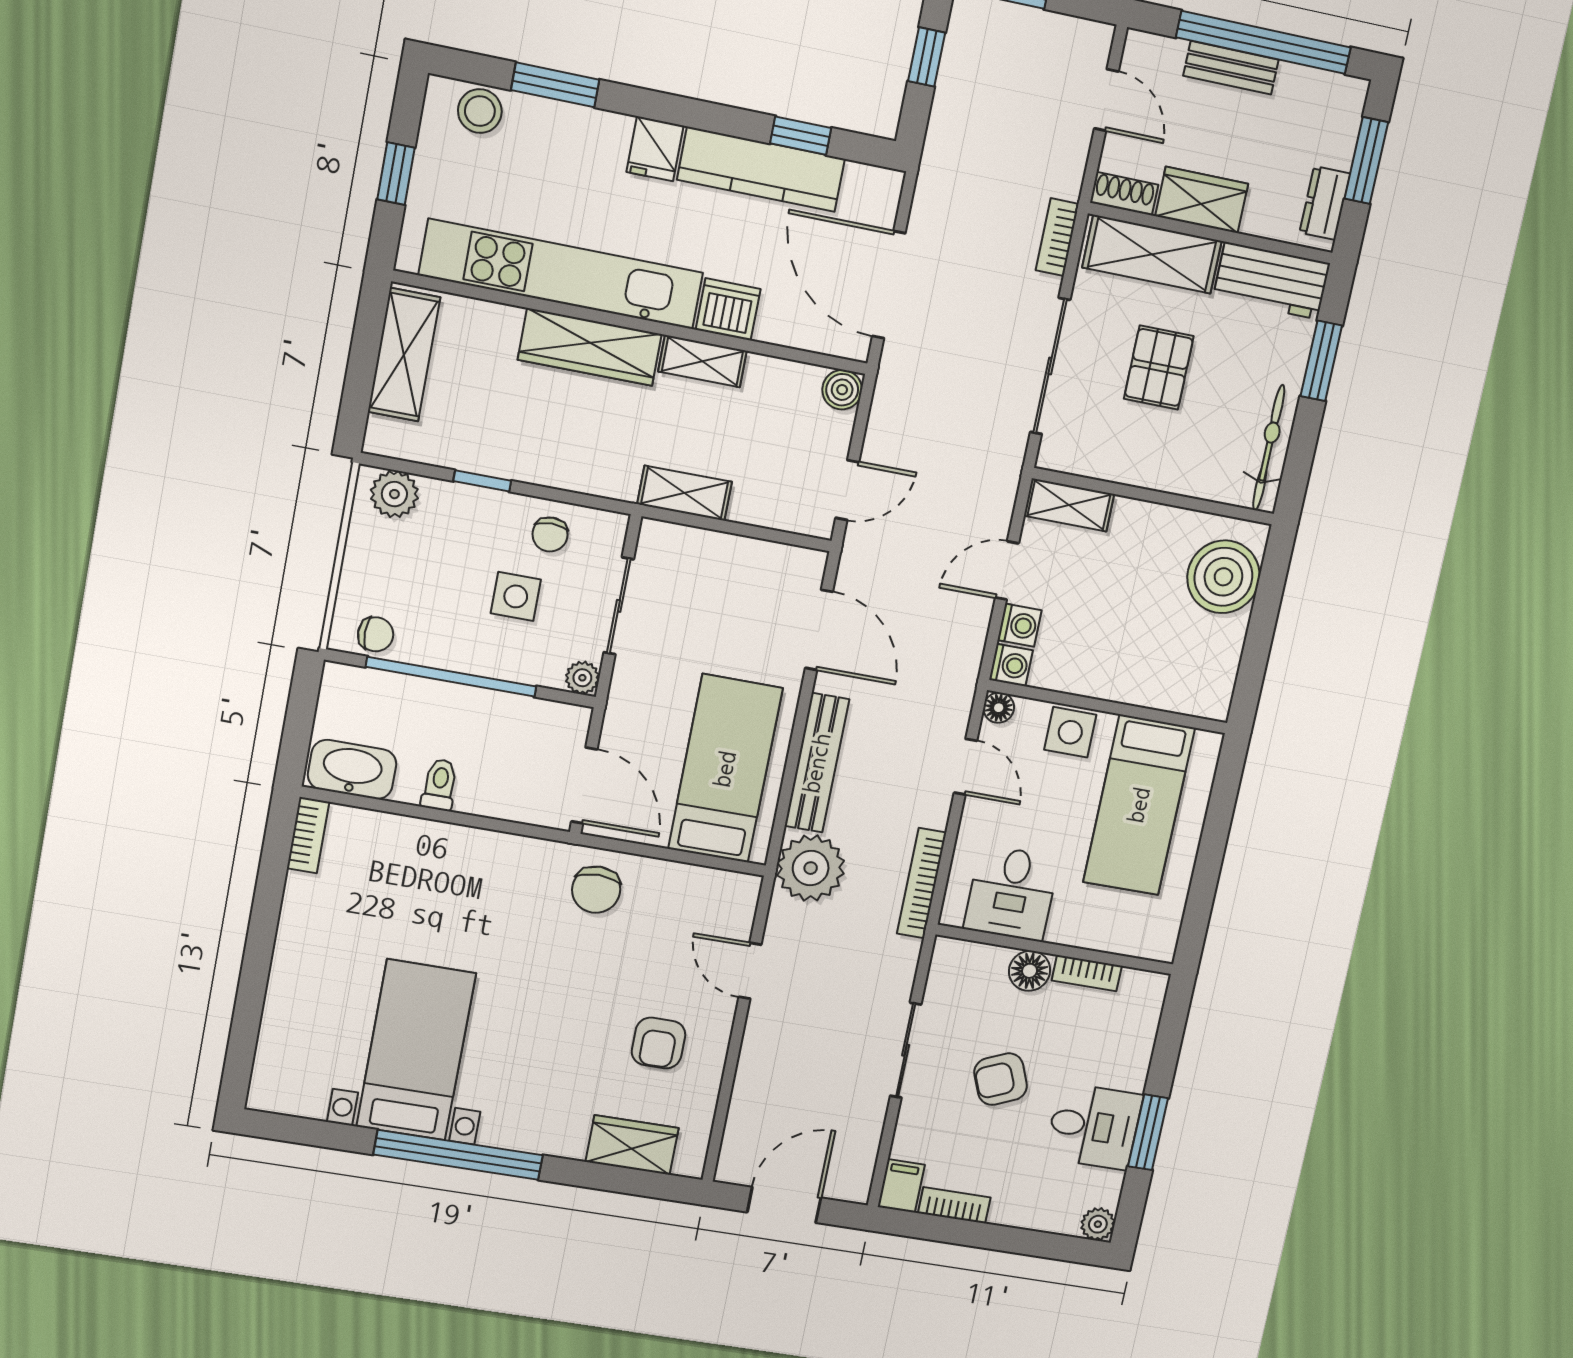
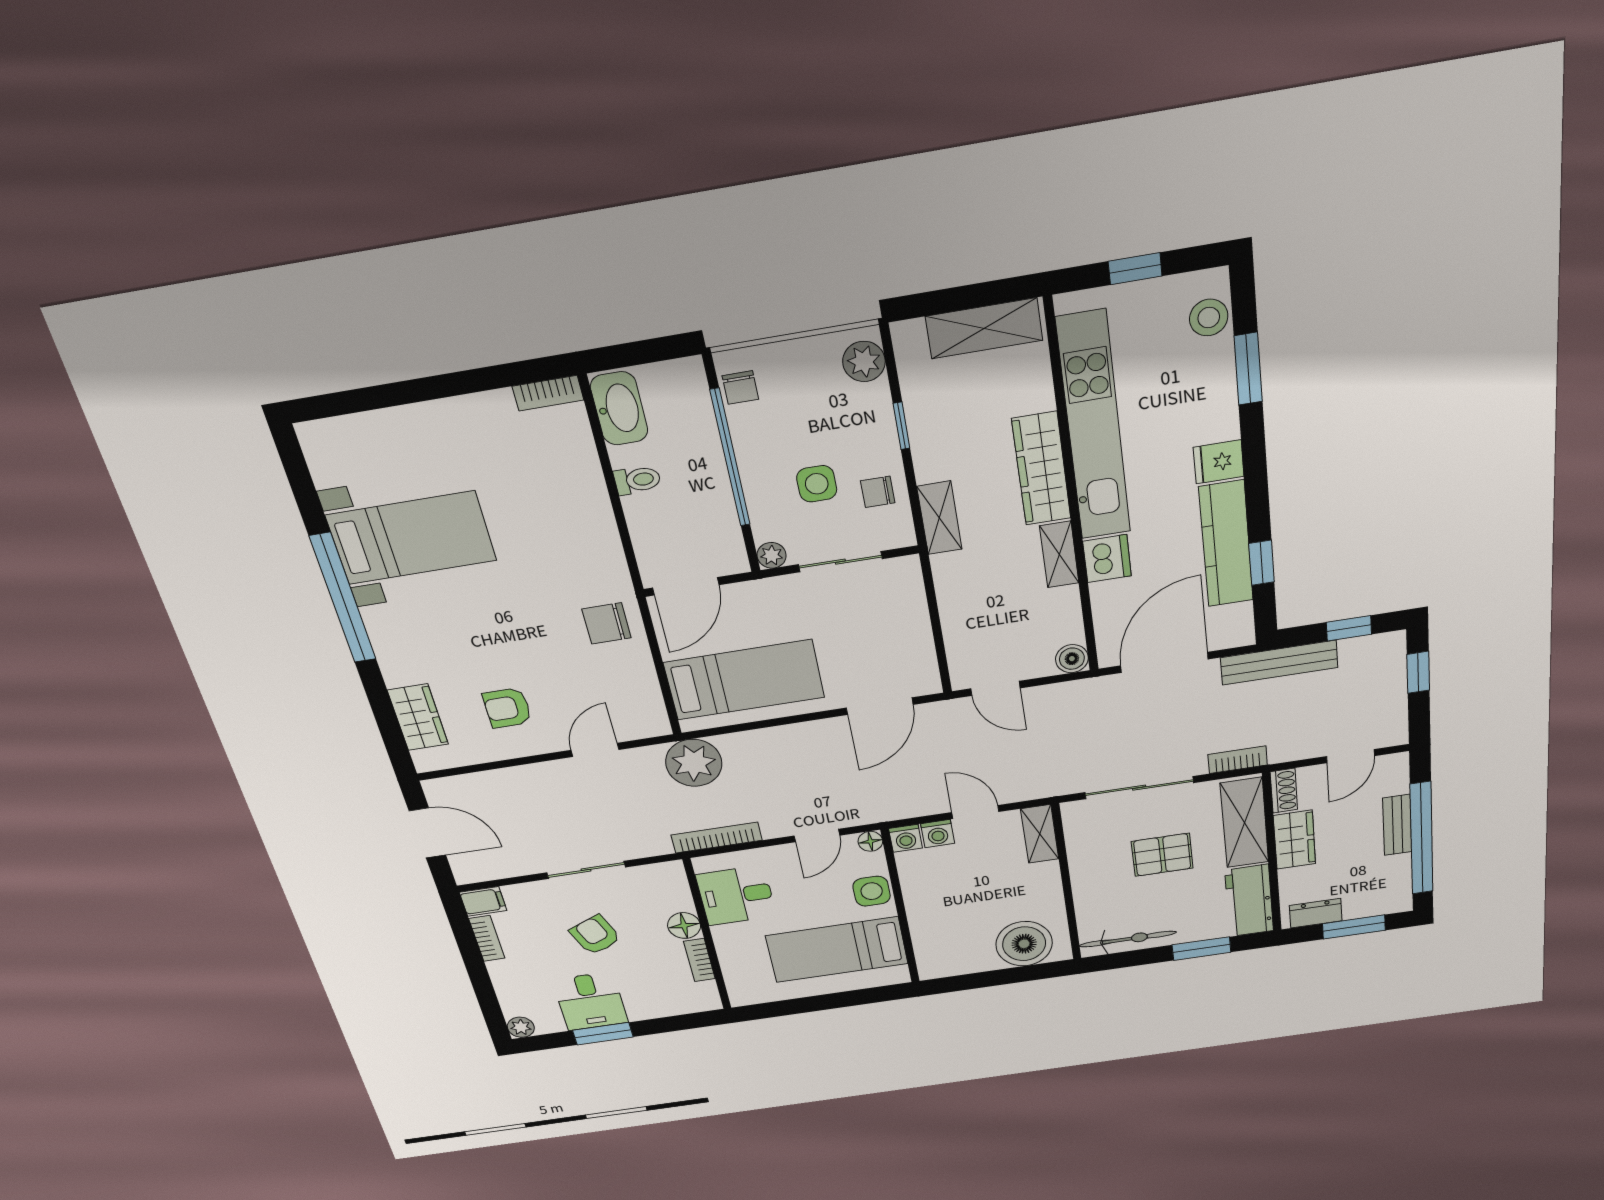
shelving: (684, 493) -> (939, 518), moved
bench: (817, 763) -> (1279, 663), moved

